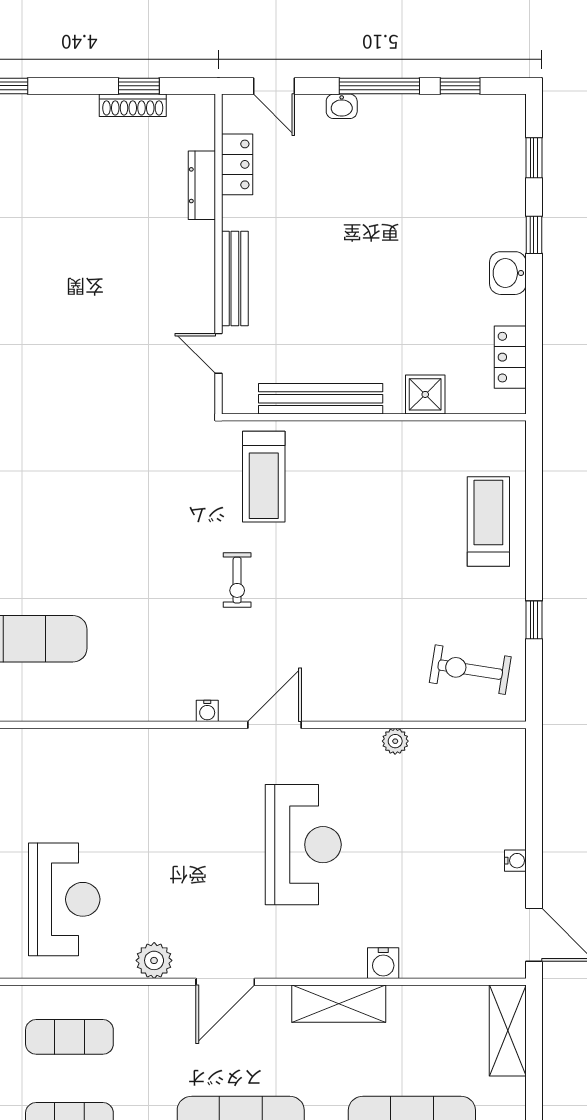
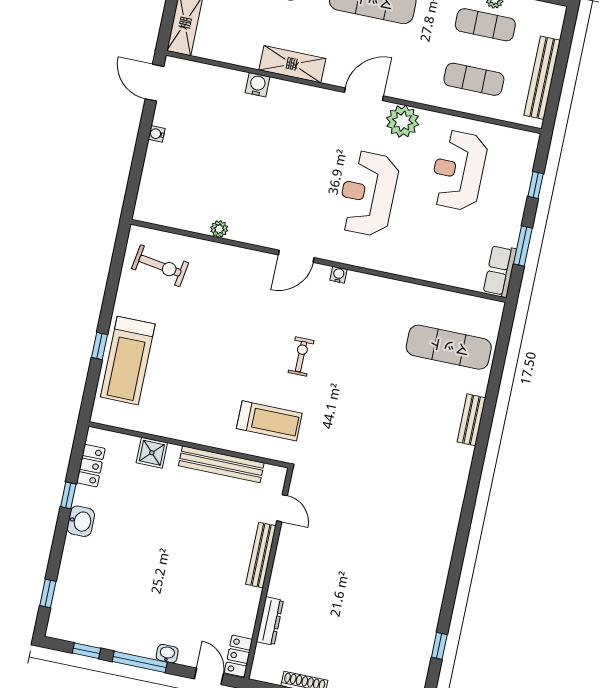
locker: (237, 164) -> (238, 656), moved
window: (534, 235) -> (68, 495), moved
treadmill: (264, 477) -> (269, 421), turned 90
treadmill: (488, 521) -> (128, 361), width x1.37, depth x1.38
window: (534, 620) -> (99, 346), moved
reception desk: (303, 845) -> (368, 194), moved
plant: (154, 960) -> (403, 121), width x1.36, depth x1.36

